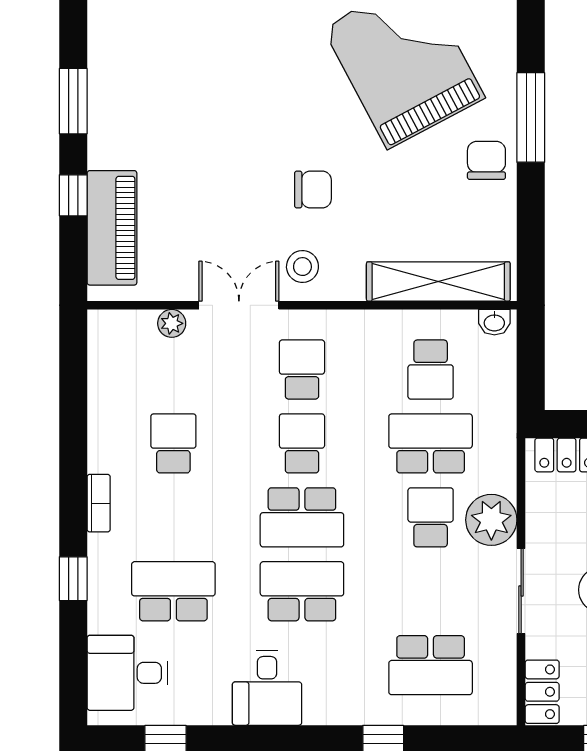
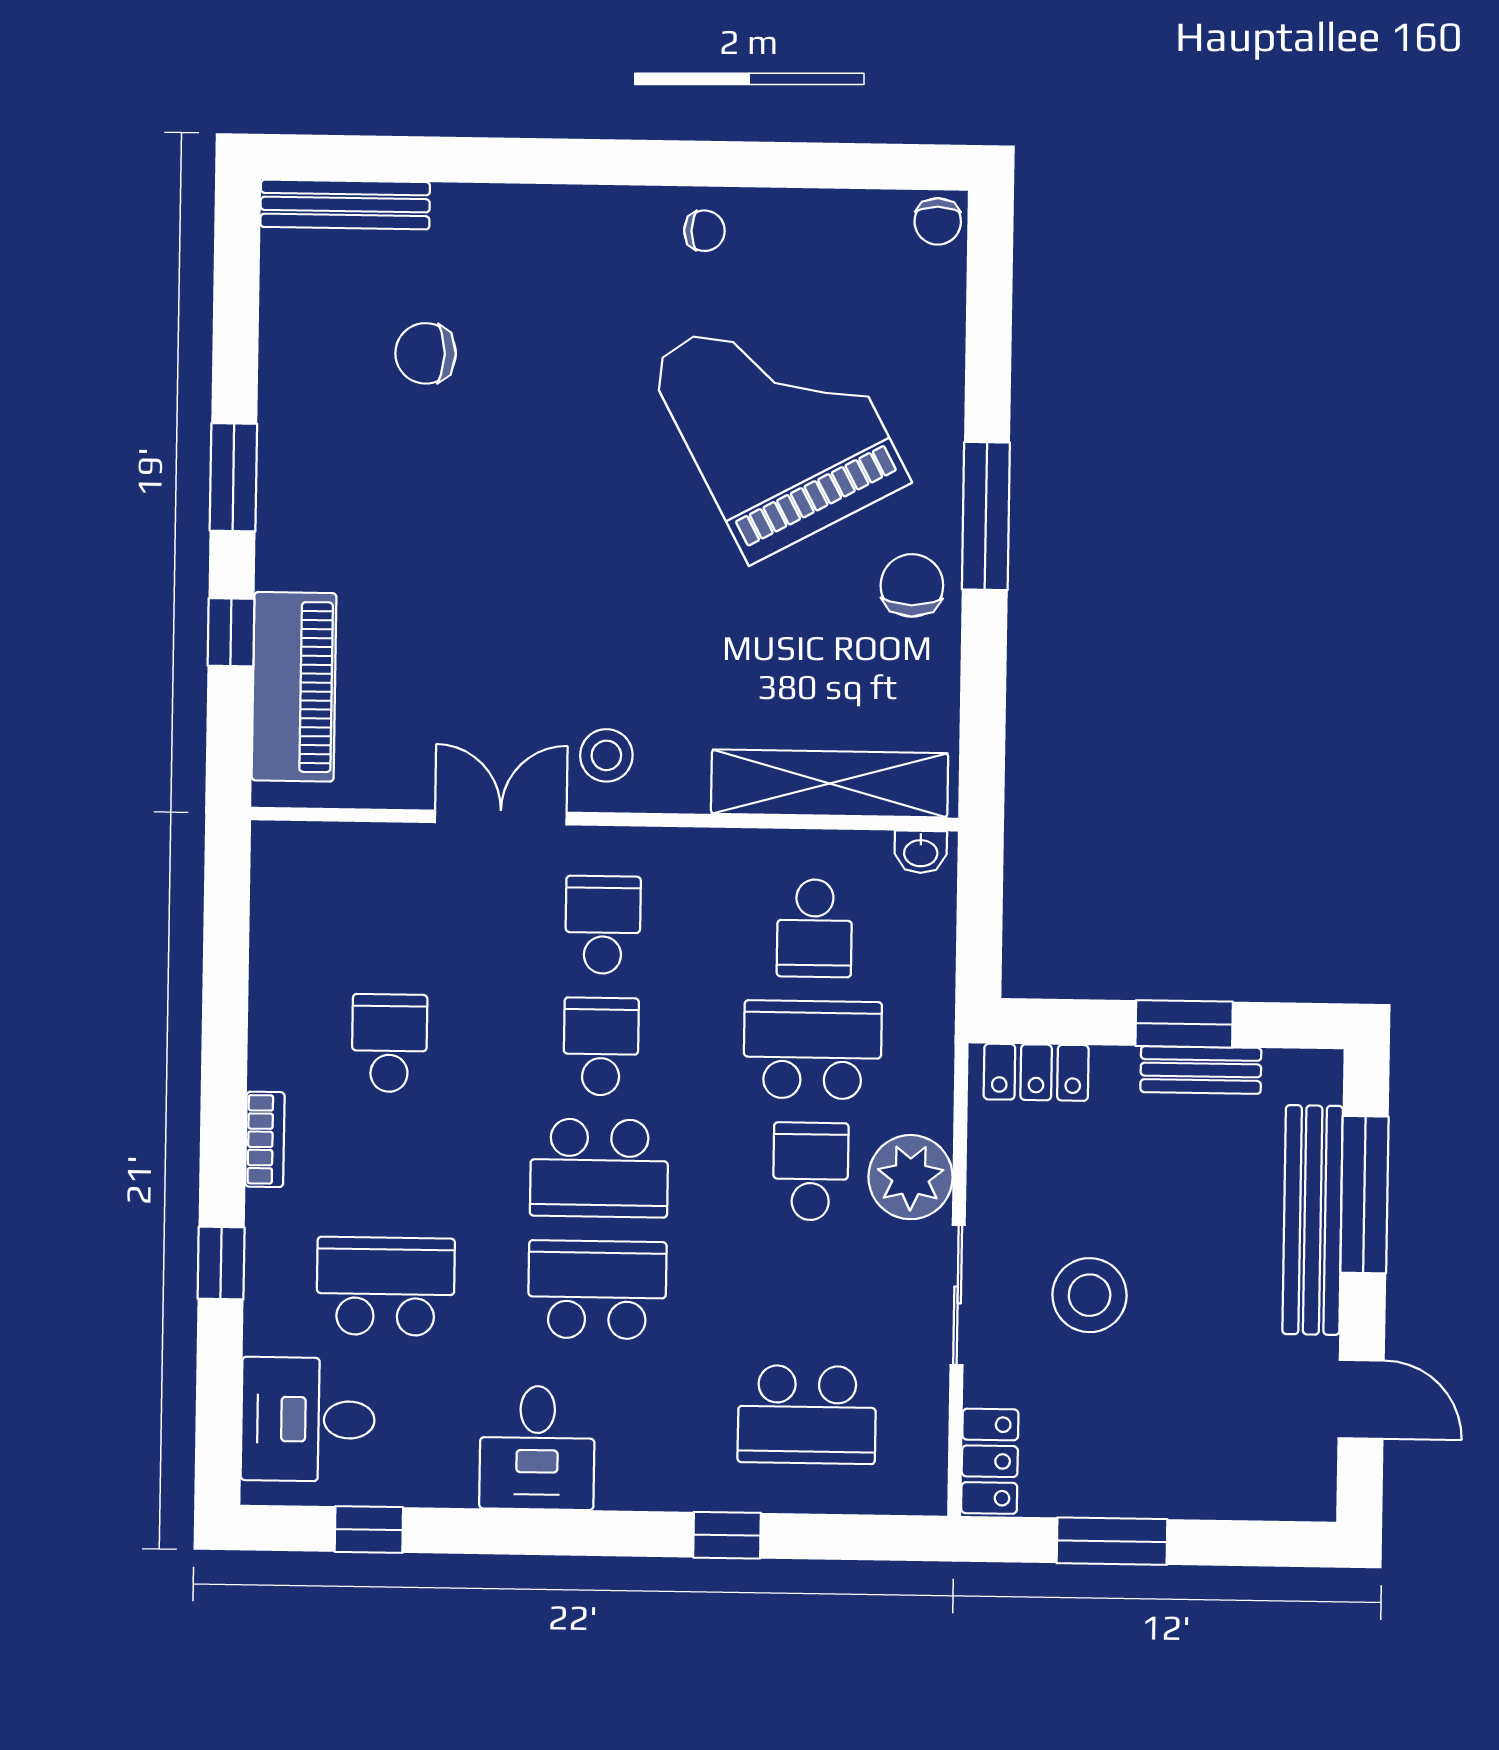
chair: (313, 189) -> (426, 353), moved, turned 180
plant: (172, 323) -> (390, 846), removed

